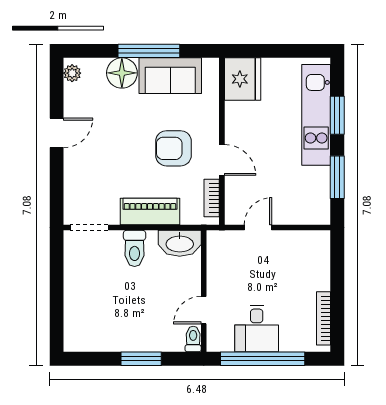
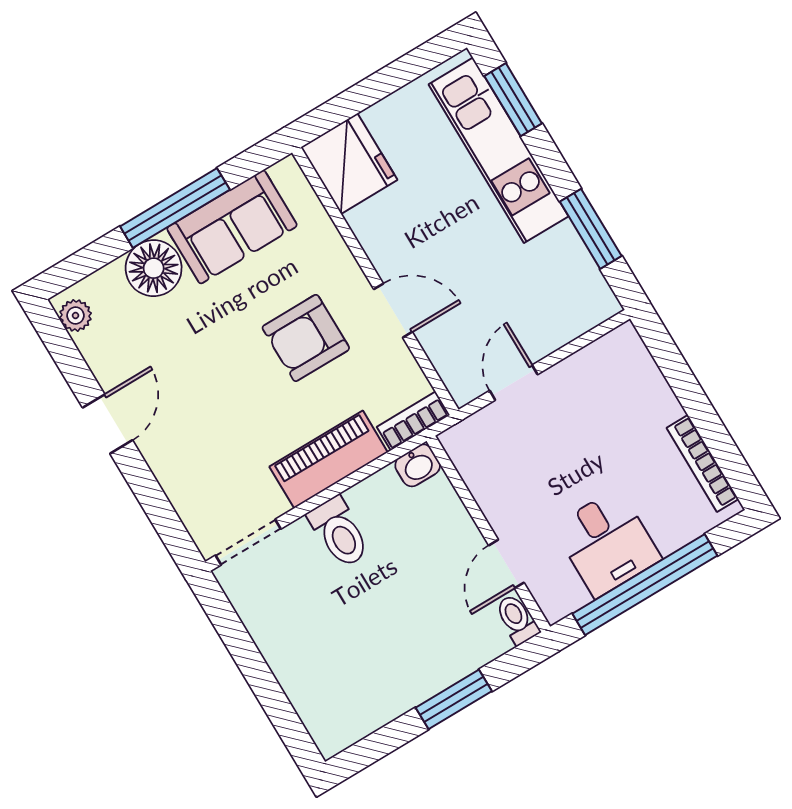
window: (337, 115) -> (513, 100), moved
bookcase: (212, 198) -> (413, 421), moved, turned 90
washbasin: (180, 243) -> (418, 465), width x0.52, depth x0.69

